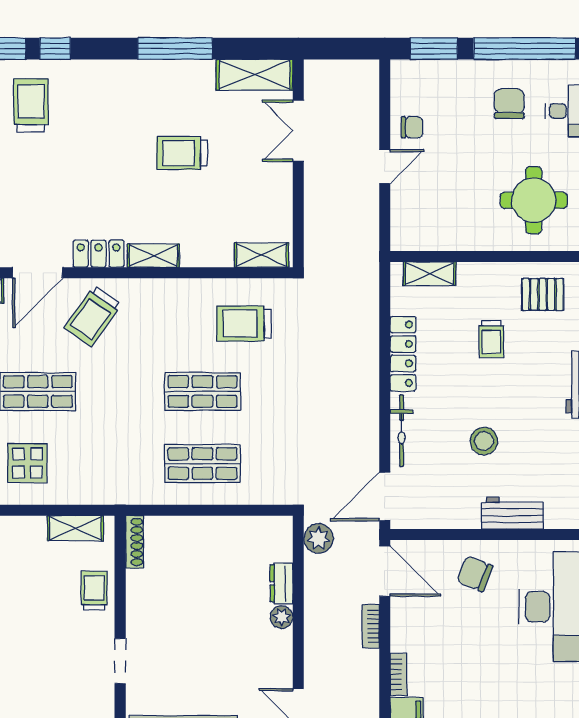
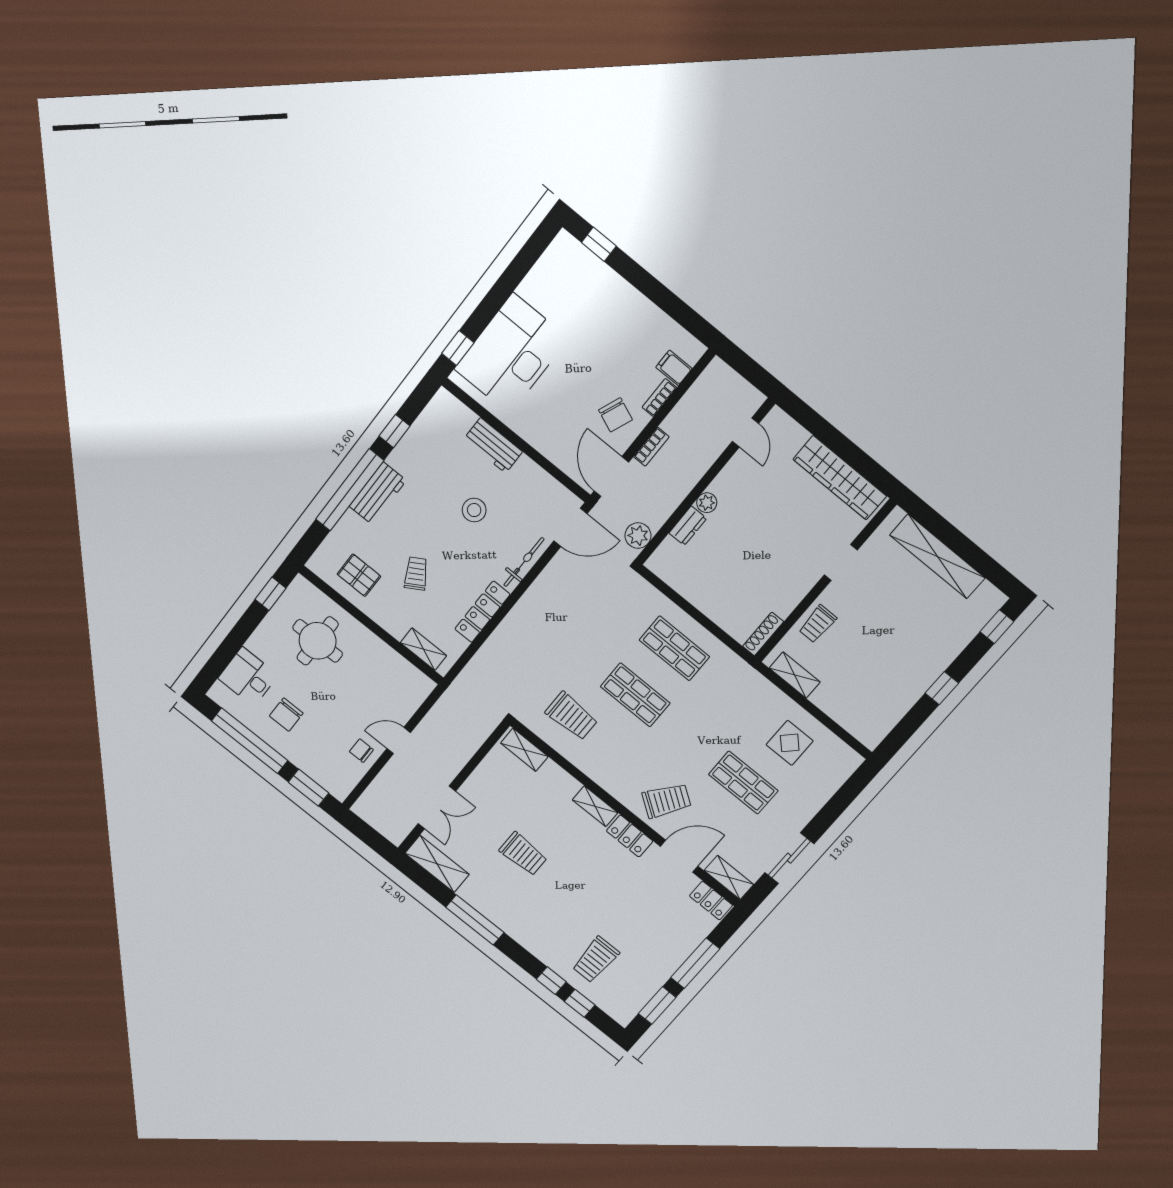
trolley: (491, 339) -> (416, 574), turned -31
chair: (475, 574) -> (615, 415), moved

